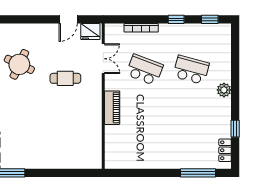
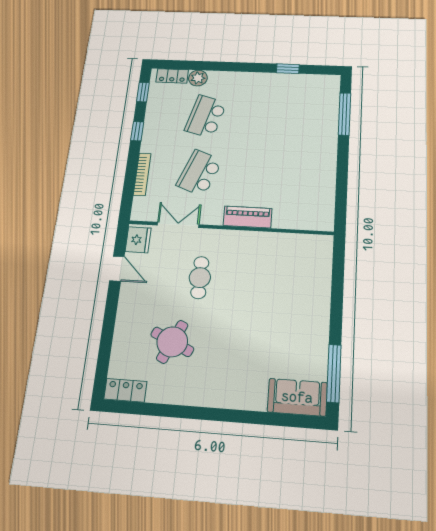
plant: (224, 90) -> (198, 78), moved
locker: (225, 150) -> (172, 76), moved

